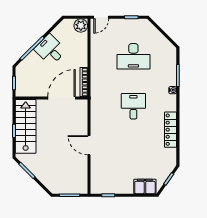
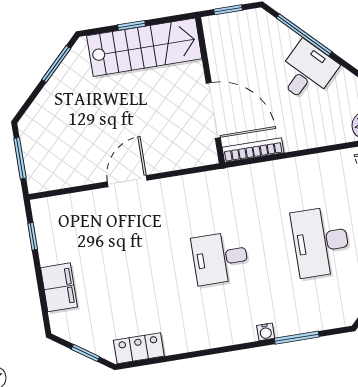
desk: (133, 106) -> (220, 258), turned 180
locker: (171, 130) -> (139, 348), moved, width x0.66
filing cabinet: (145, 186) -> (59, 287), moved

